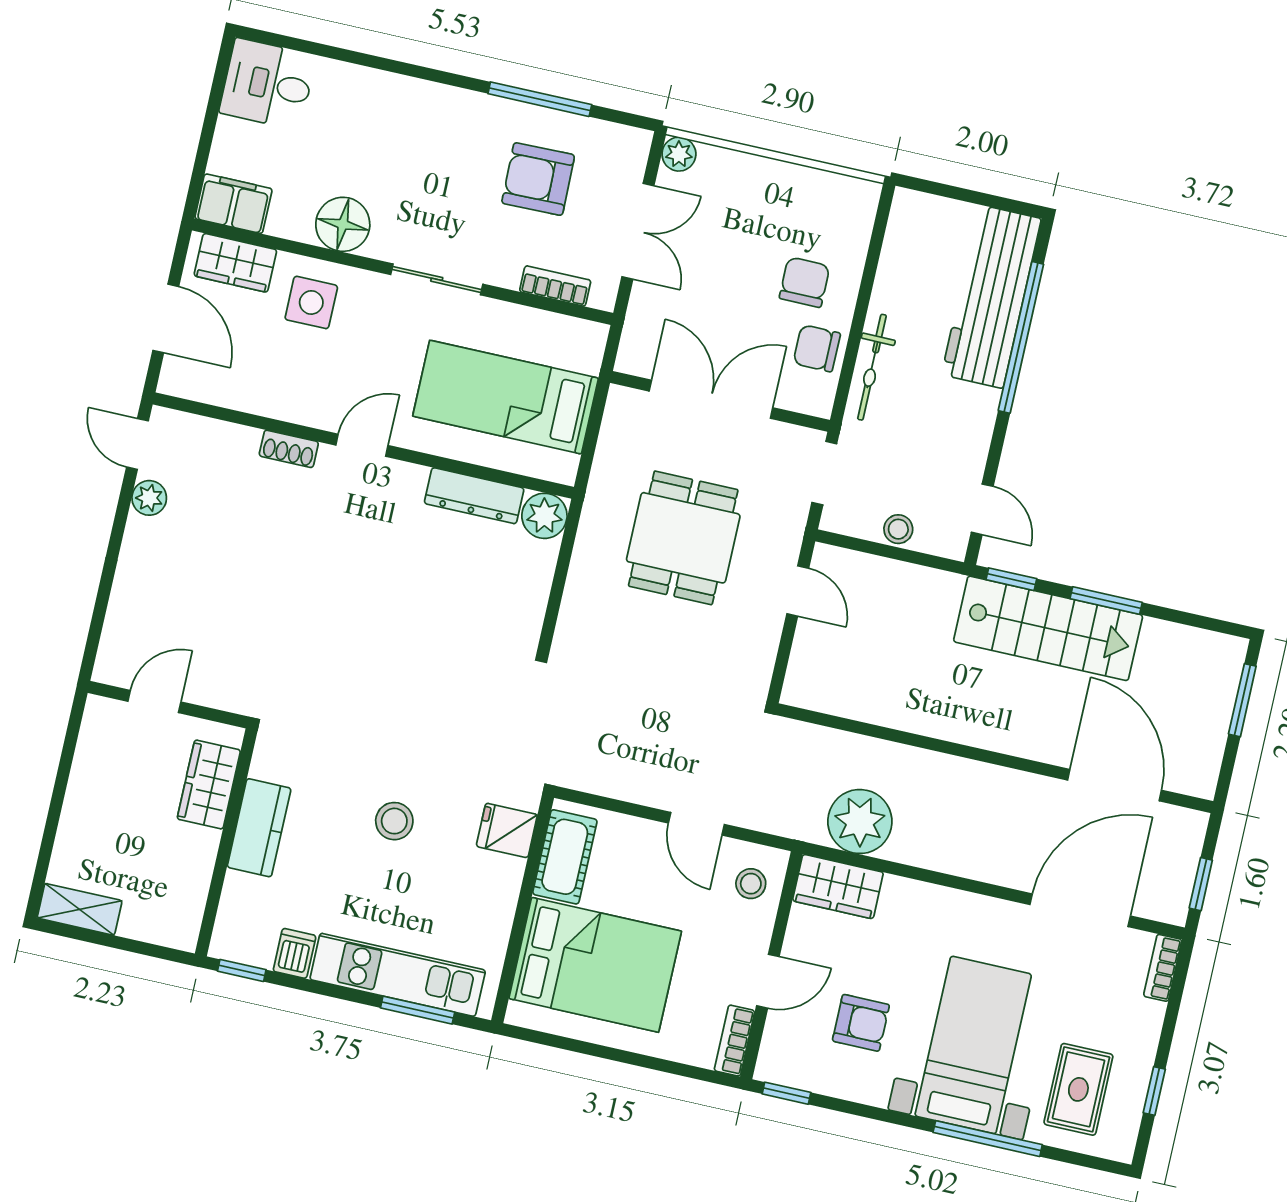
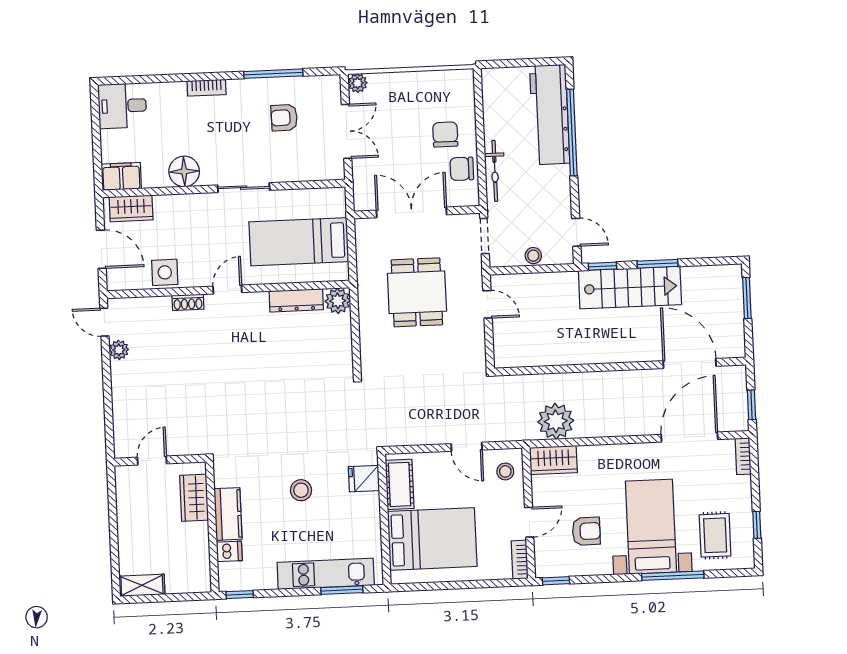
armchair: (538, 179) -> (284, 118), width x0.72, depth x0.72
bookcase: (555, 286) -> (207, 88), moved, turned 180
side table: (311, 302) -> (165, 272), moved
dishwasher: (295, 953) -> (229, 551), moved, turned 90

